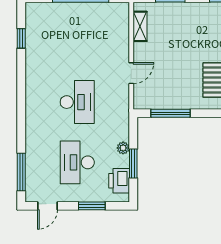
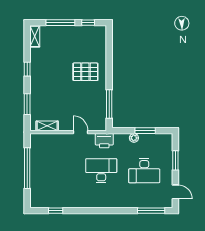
printer: (119, 181) -> (104, 141), moved

